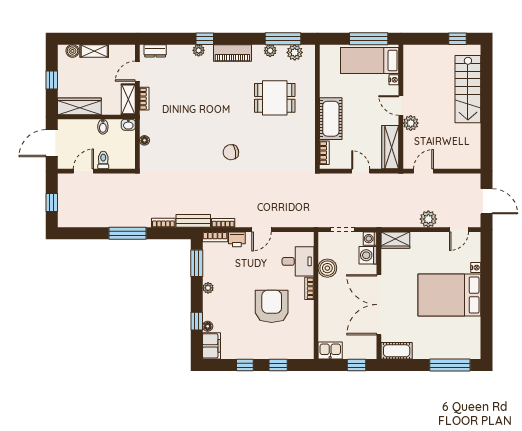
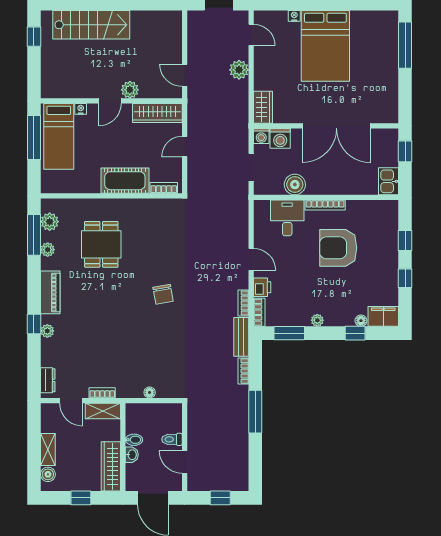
washbasin: (128, 125) -> (132, 455), moved
bookcase: (309, 288) -> (325, 205), width x1.56
cot: (397, 351) -> (389, 106), removed

